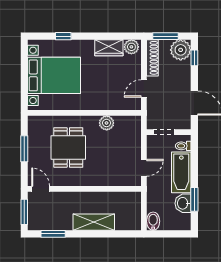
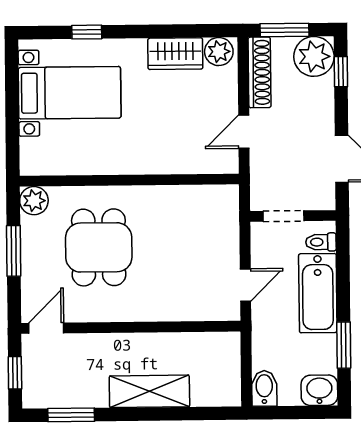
bed with nightstands: (54, 75) -> (70, 93), width x0.73
plant: (107, 123) -> (34, 201), moved
door: (41, 189) -> (46, 328), hinge flipped
washbasin: (183, 203) -> (319, 390), moved, turned 90
window: (24, 212) -> (15, 373), width x0.67

